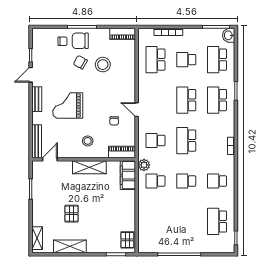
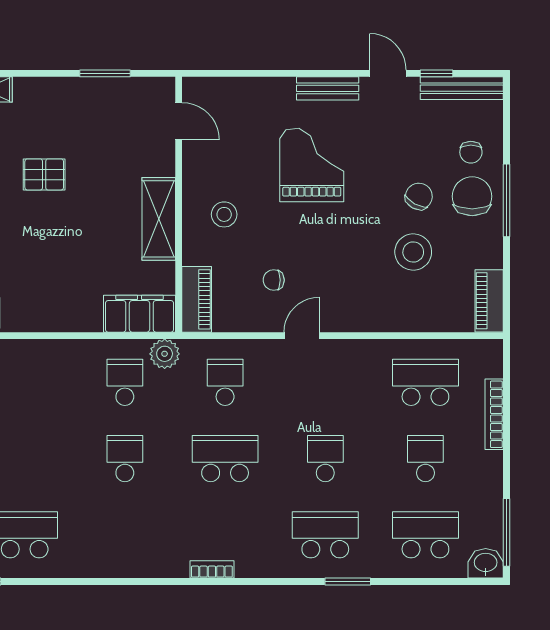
school desk: (186, 100) -> (325, 459), width x0.54
bench: (37, 141) -> (462, 88), moved
school desk: (217, 181) -> (125, 535), removed

